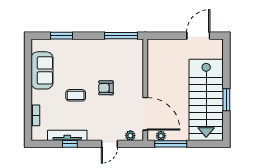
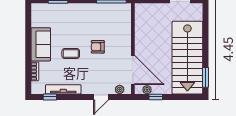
sofa: (42, 70) -> (41, 44), moved
window: (226, 100) -> (205, 77), moved
window: (70, 144) -> (50, 97), moved
window: (171, 144) -> (156, 97), width x0.46

